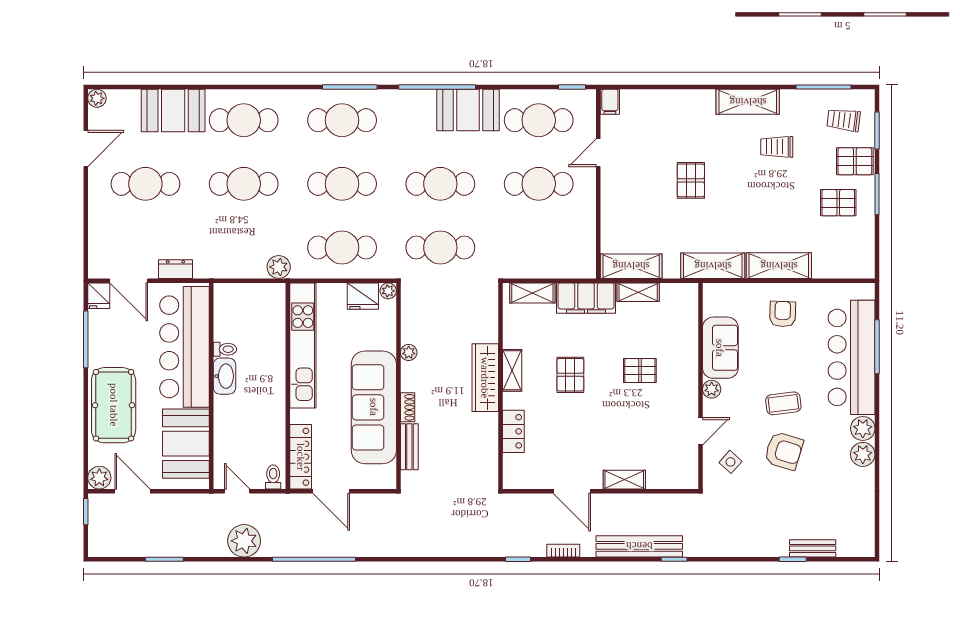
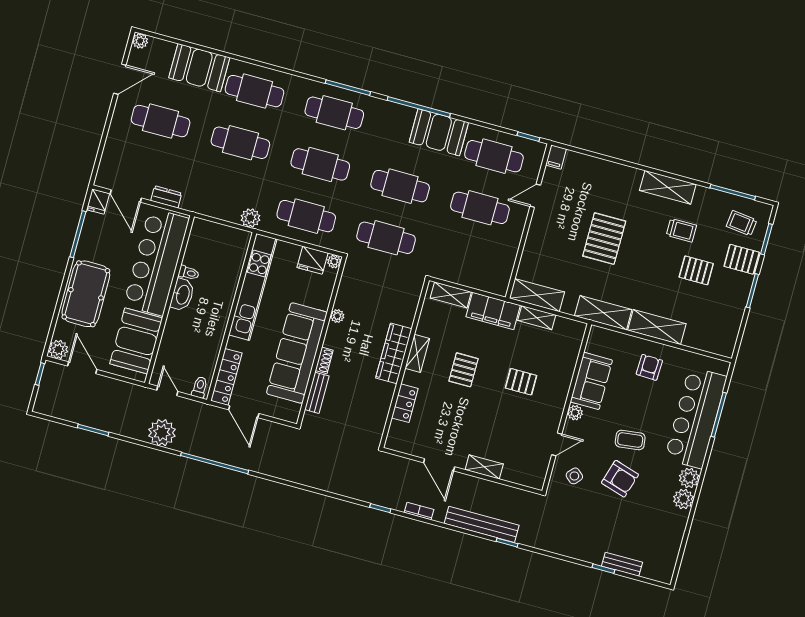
trolley: (777, 147) -> (681, 230), turned 180
pallet: (691, 180) -> (604, 239), width x1.50, depth x1.42
pallet: (838, 203) -> (696, 270), moved

